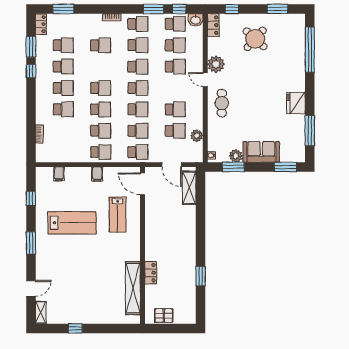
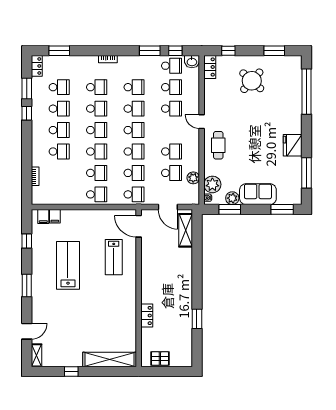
school desk: (138, 24) -> (97, 109), moved
plant: (216, 64) -> (212, 184), moved
filing cabinet: (97, 174) -> (43, 217), moved
lab bench: (72, 223) -> (68, 265), turned -90
shelving: (133, 288) -> (110, 359), moved, turned 90

